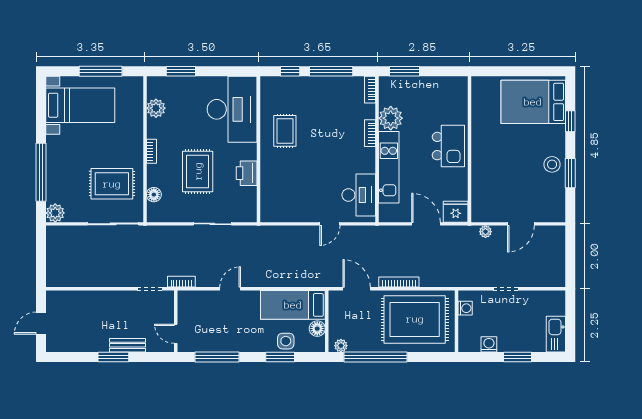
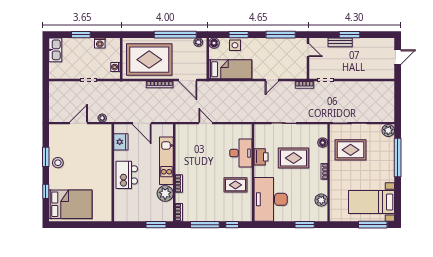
window: (101, 71) -> (373, 225), moved
rug: (285, 131) -> (235, 185), turned 90
rug: (198, 171) -> (294, 158), turned 90
desk: (359, 195) -> (241, 153), moved, turned 180
fridge: (456, 212) -> (121, 142), moved, turned -90
door: (330, 224) -> (206, 123), hinge flipped
floor lamp: (317, 329) -> (214, 43), moved

